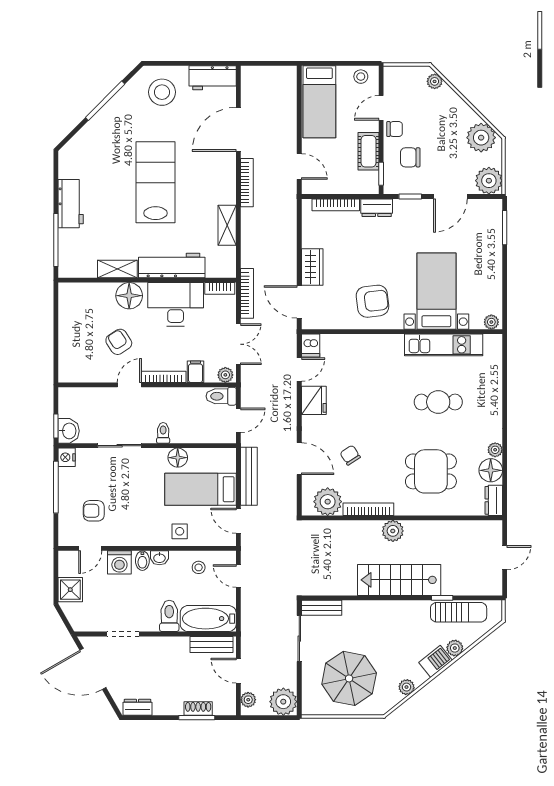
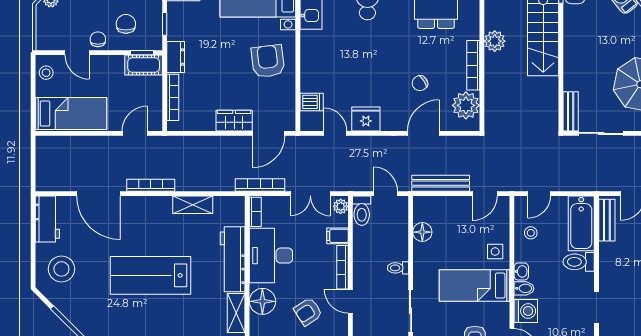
cot: (369, 151) -> (144, 65), moved
chair: (410, 157) -> (126, 24), turned 180
double door: (238, 344) -> (310, 194), swing flipped
dishwasher: (311, 345) -> (312, 102), moved
floor lamp: (178, 458) -> (422, 232), moved
bed: (200, 489) -> (475, 286), moved, turned 90

